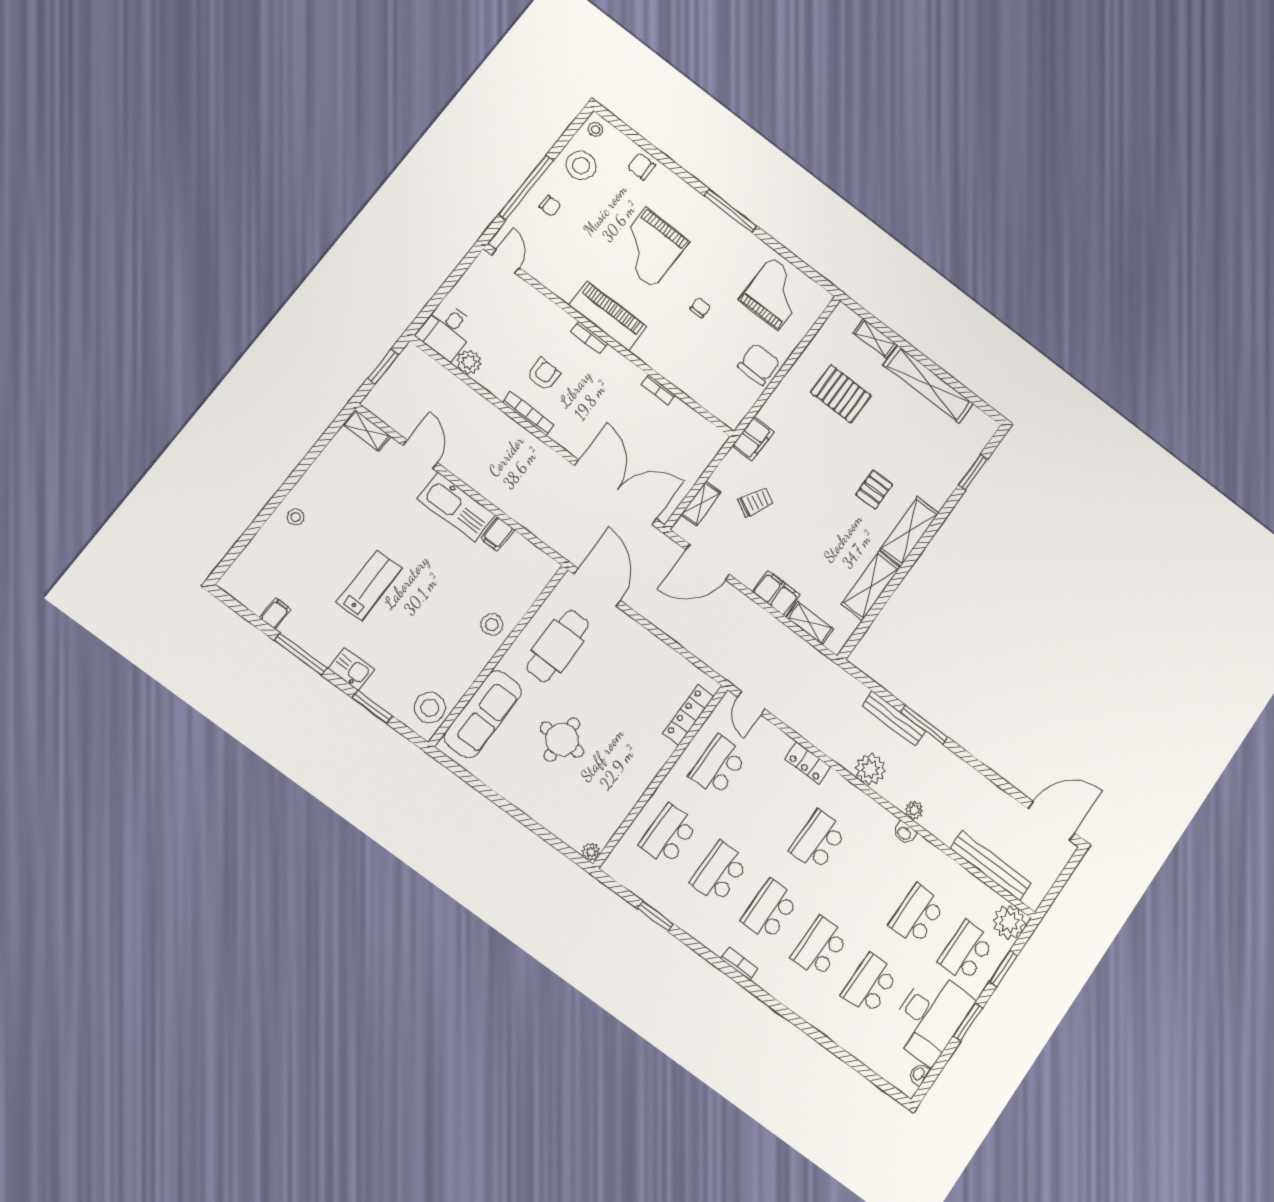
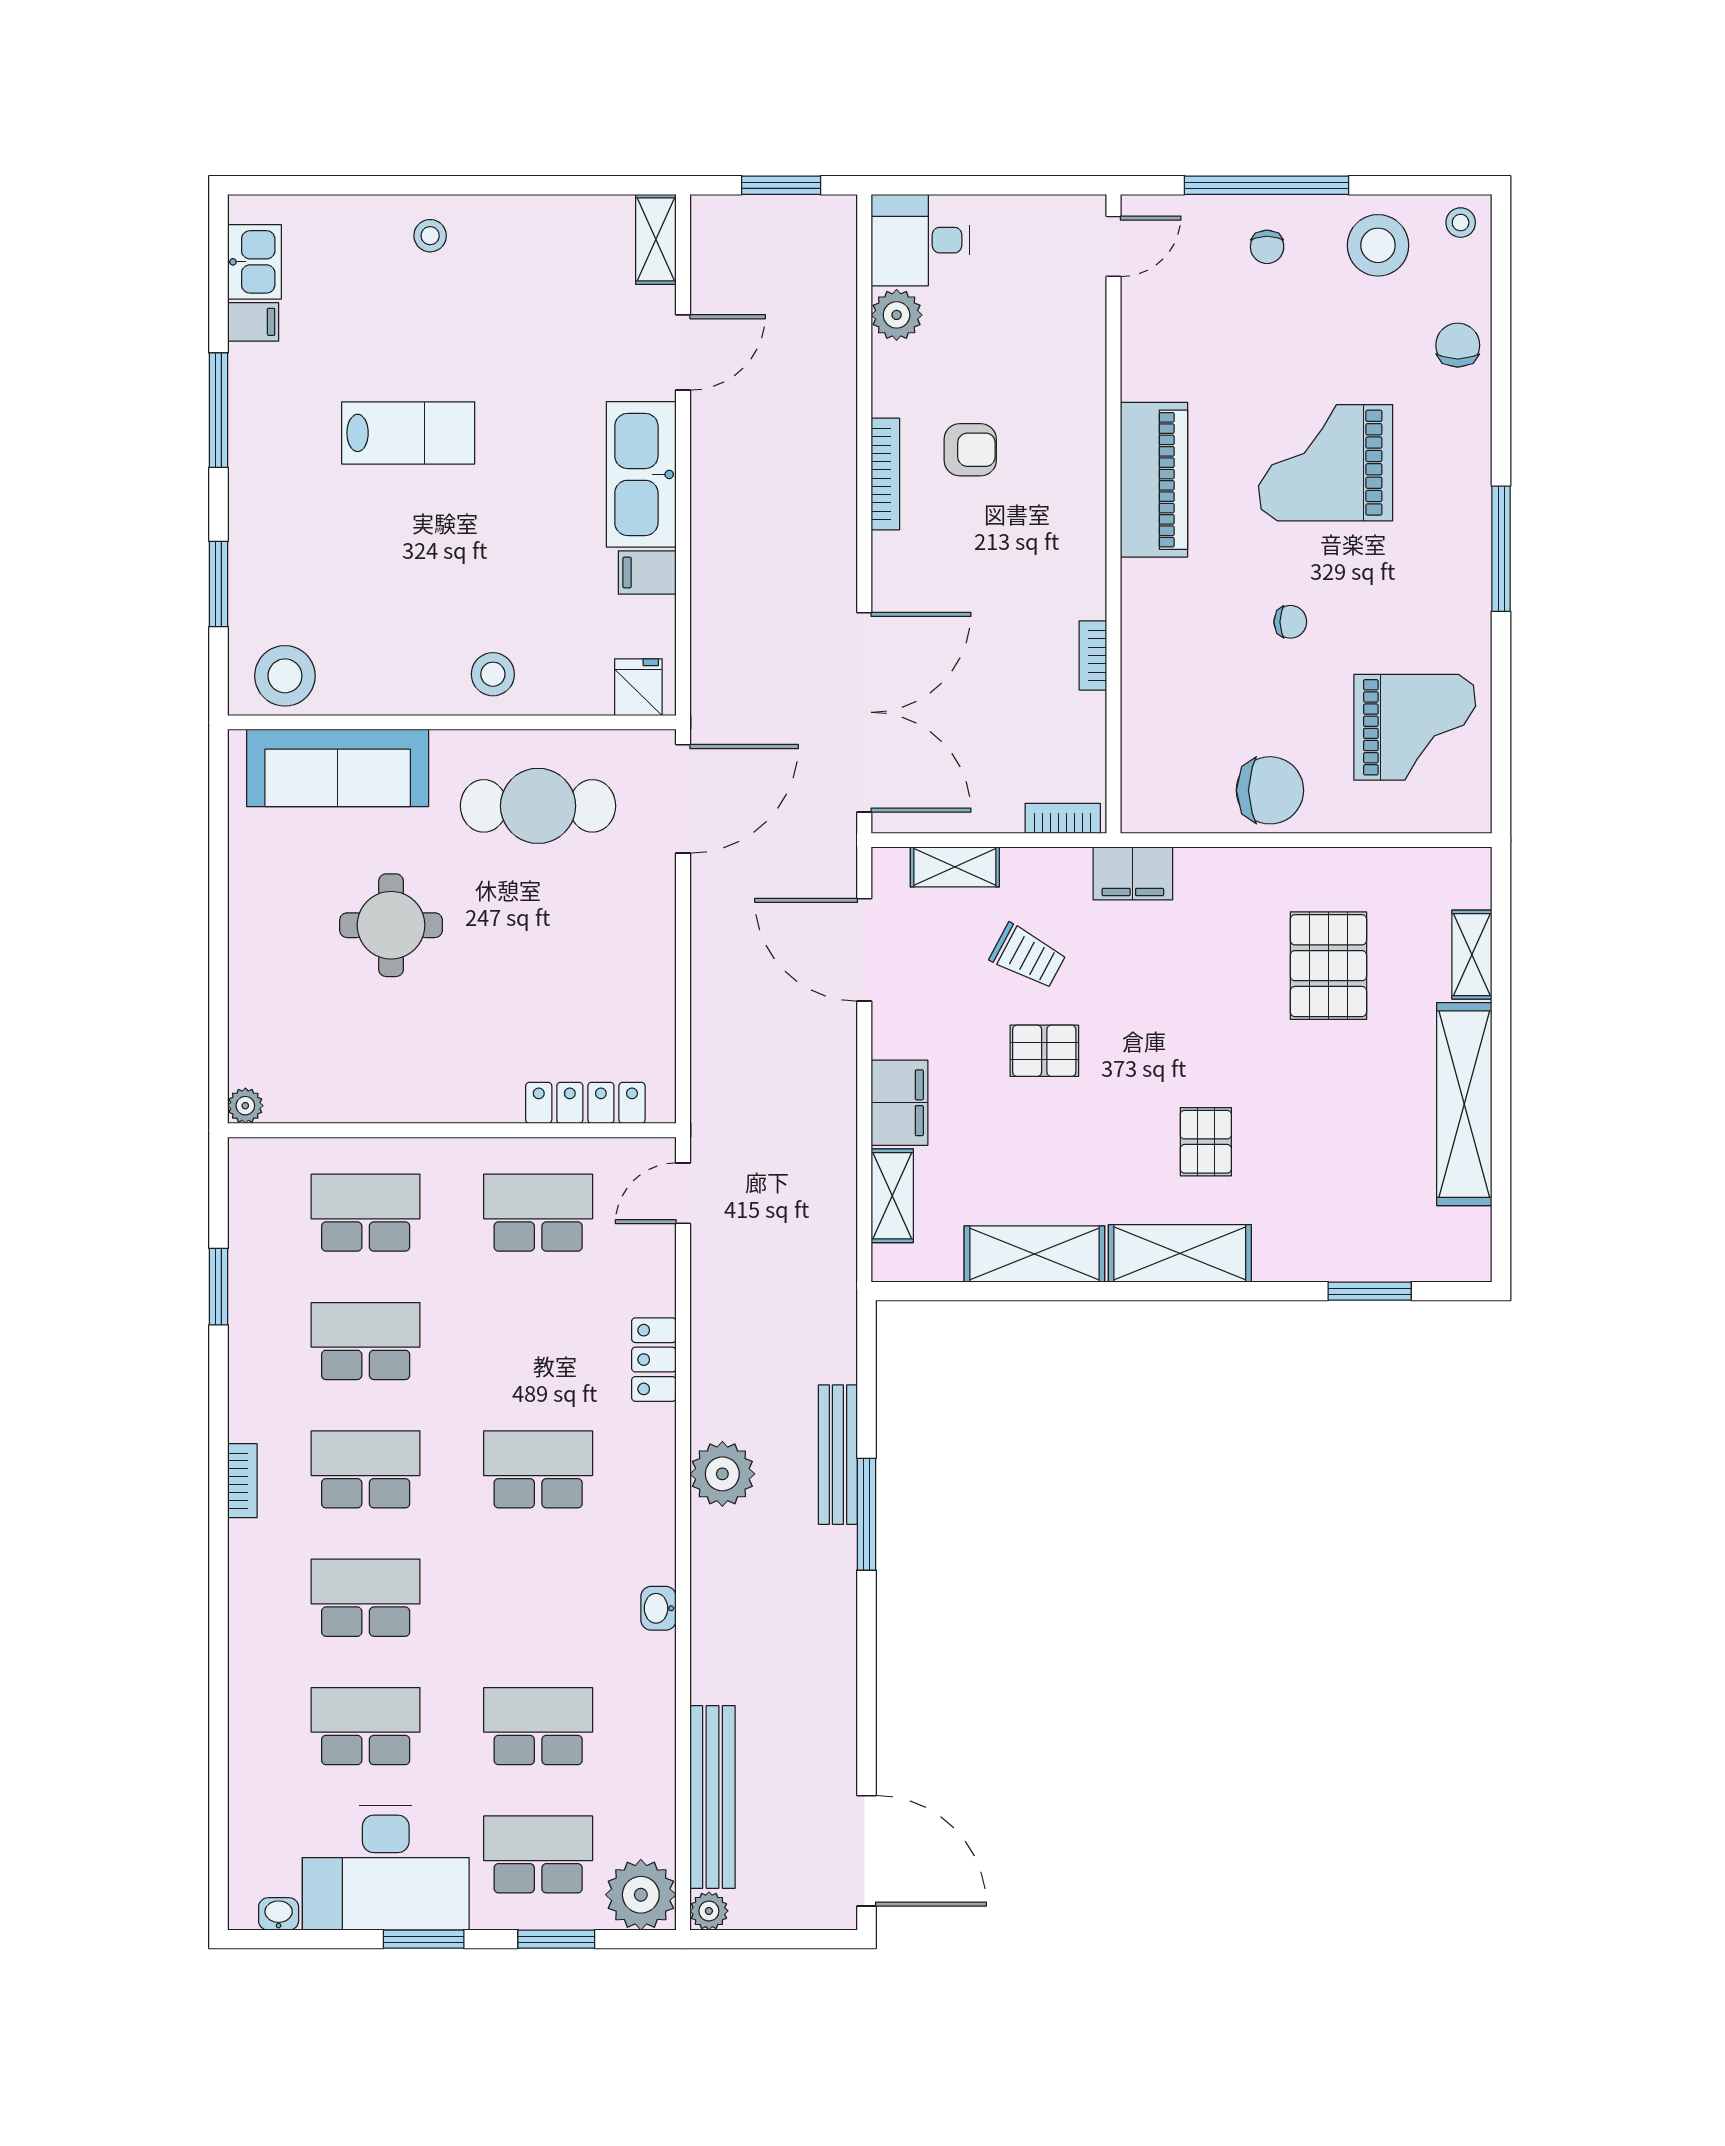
bookcase: (589, 338) -> (1063, 818), moved, turned 90
pallet: (874, 490) -> (1206, 1142), turned 90
pallet: (796, 523) -> (1044, 1051), added
fridge: (540, 571) -> (638, 687), added
kitchen sink: (351, 669) -> (254, 262), moved
plant: (914, 810) -> (709, 1911), moved

